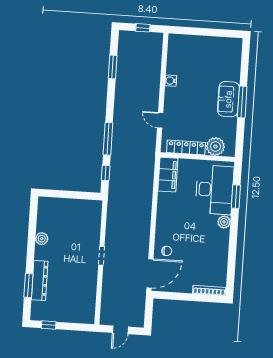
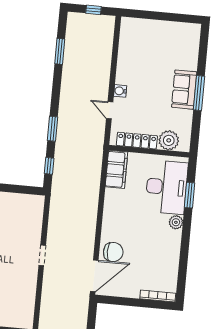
water cooler: (171, 81) -> (120, 91), moved
window: (108, 139) -> (53, 129), width x0.69
chair: (167, 251) -> (113, 252), width x1.87, depth x1.87

